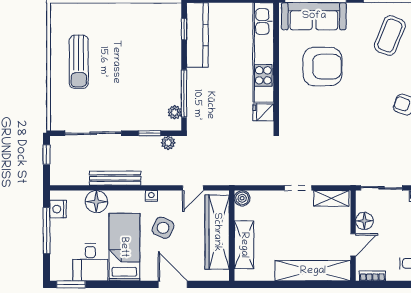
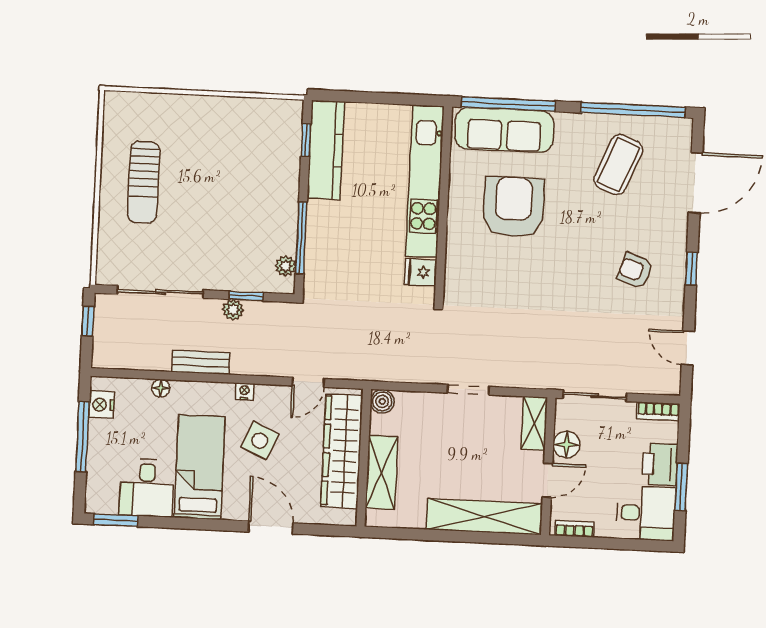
armchair: (322, 67) -> (514, 207), turned -90
plant: (168, 143) -> (233, 310), moved
bench: (115, 178) -> (201, 362), width x0.73
shelving: (331, 198) -> (534, 423), moved, turned 90
floor lamp: (96, 202) -> (161, 388), width x0.53, depth x0.53

